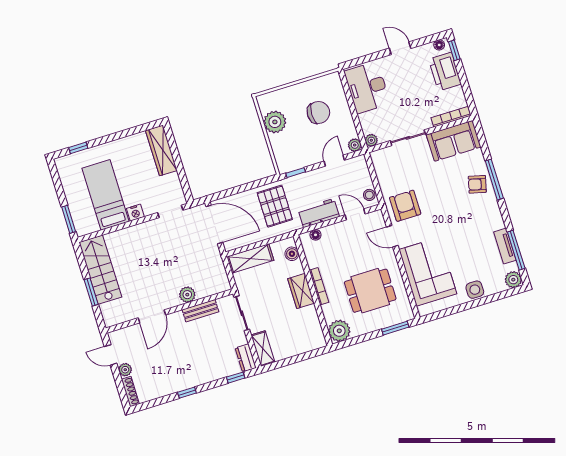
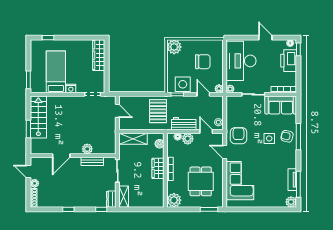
desk: (367, 88) -> (241, 61), width x1.36, depth x1.30
plant: (275, 122) -> (174, 47), moved
side table: (299, 155) -> (183, 84), added
door: (334, 161) -> (203, 94), hinge flipped
door: (214, 224) -> (117, 111), width x0.53
plant: (331, 233) -> (188, 139), added
side table: (475, 290) -> (269, 138), moved
dining table: (370, 291) -> (201, 181), turned 90

